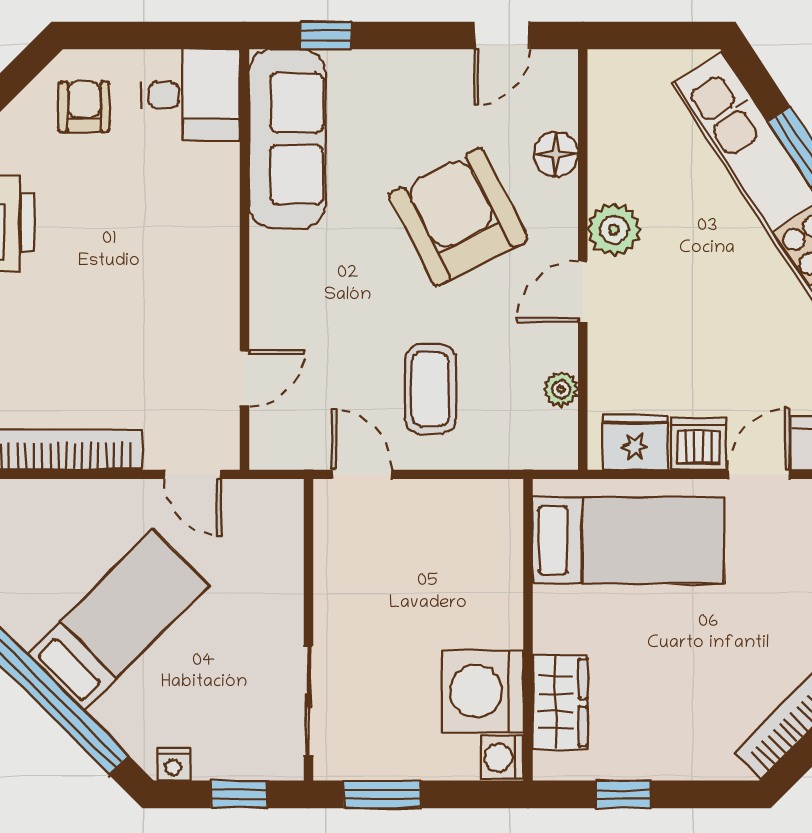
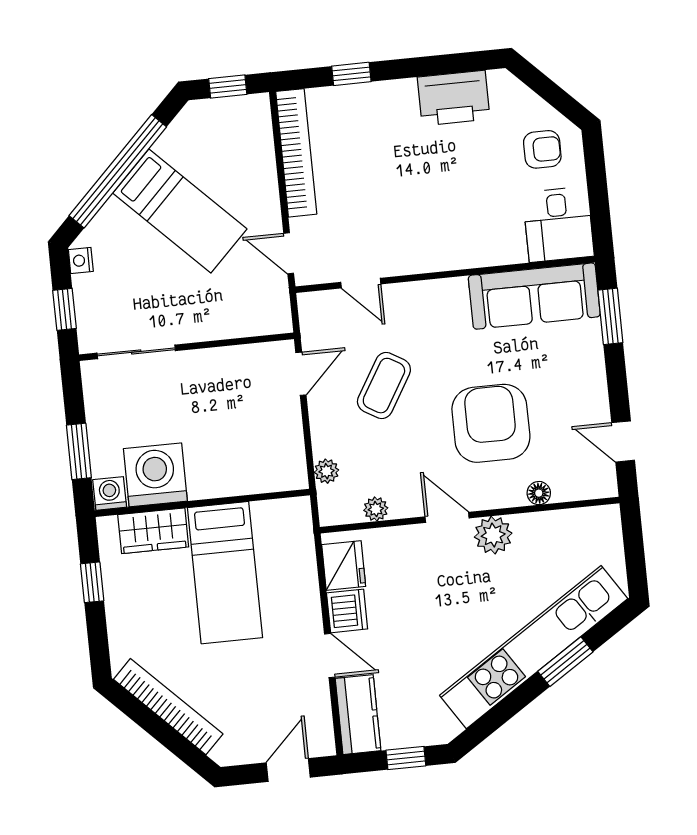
window: (326, 35) -> (610, 316), width x1.50
floor lamp: (556, 154) -> (539, 493), width x0.73, depth x0.73
armchair: (458, 217) -> (491, 423), turned -63
coffee table: (431, 389) -> (384, 386), moved, turned -59
plant: (501, 453) -> (327, 471), added
door: (193, 474) -> (289, 253), hinge flipped
bed: (628, 540) -> (225, 573), moved
window: (382, 794) -> (79, 451), moved

